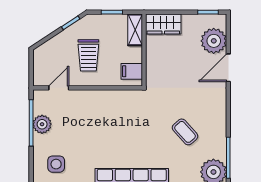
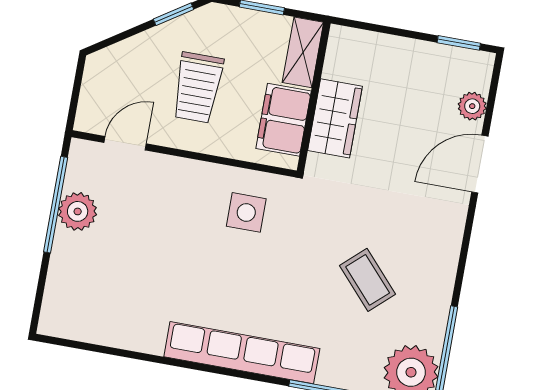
wardrobe: (163, 24) -> (335, 118), moved, turned -90
plant: (214, 41) -> (472, 106), width x0.53, depth x0.53
filing cabinet: (132, 71) -> (284, 120), width x2.00
side table: (56, 164) -> (246, 212), moved

